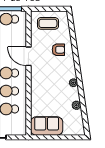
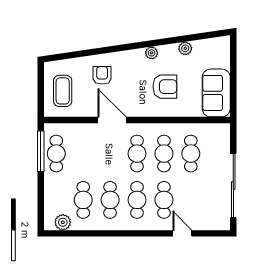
door: (28, 56) -> (112, 120), swing flipped
armchair: (51, 92) -> (165, 87), added

